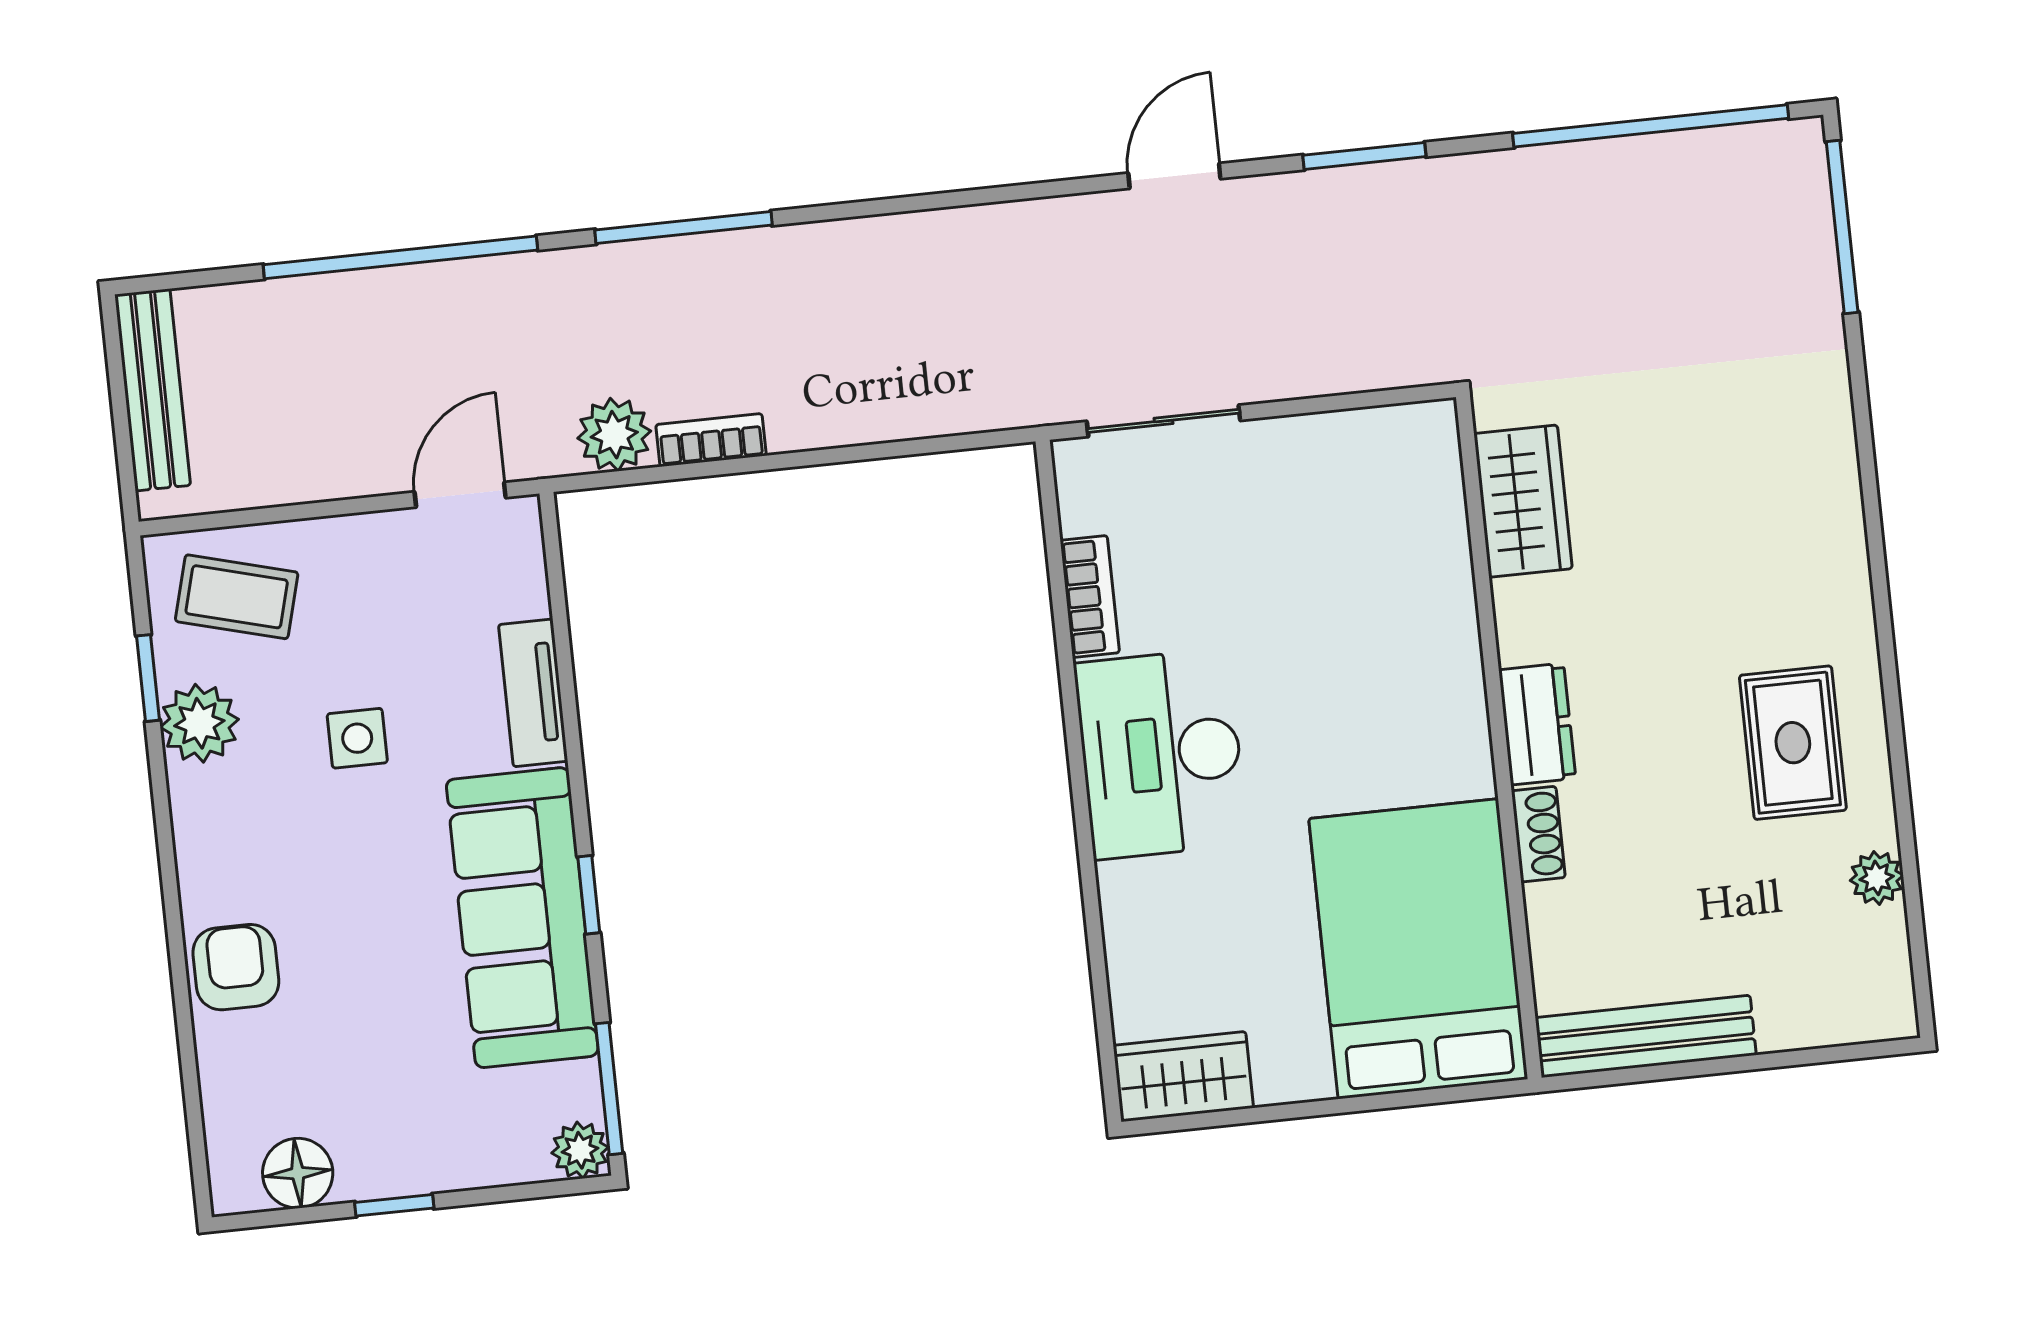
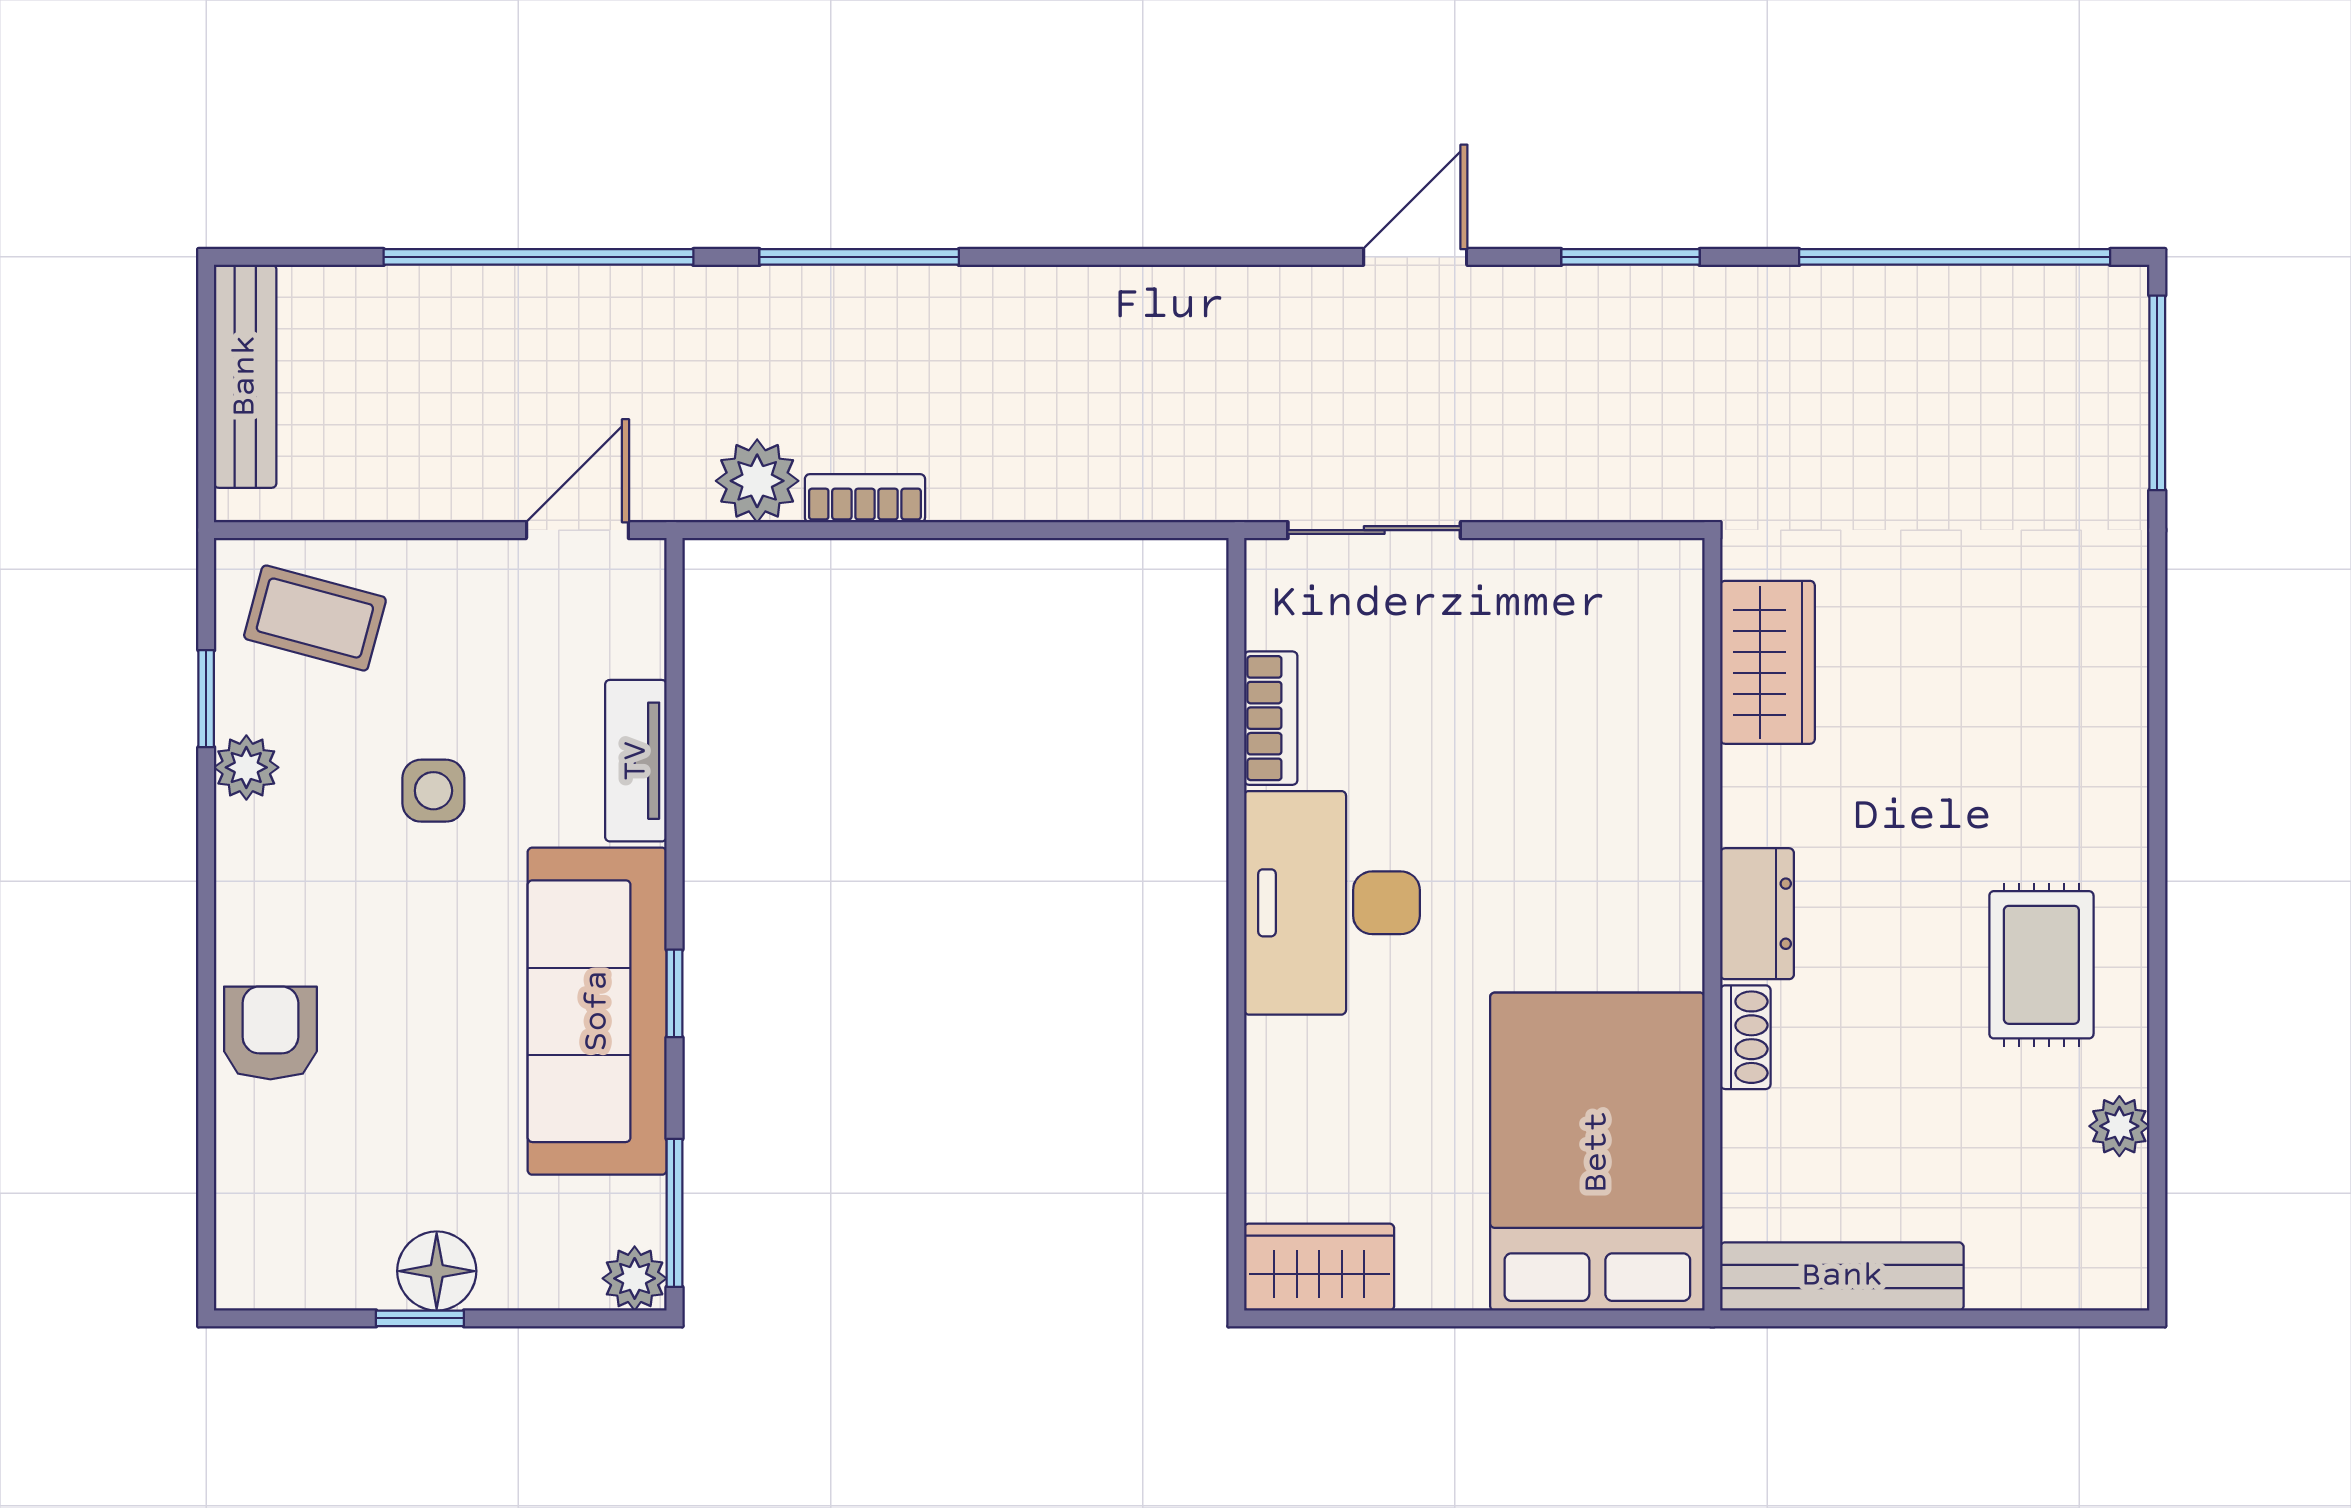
plant: (199, 723) -> (246, 767), width x0.73, depth x0.73
floor lamp: (298, 1173) -> (437, 1271), moved

